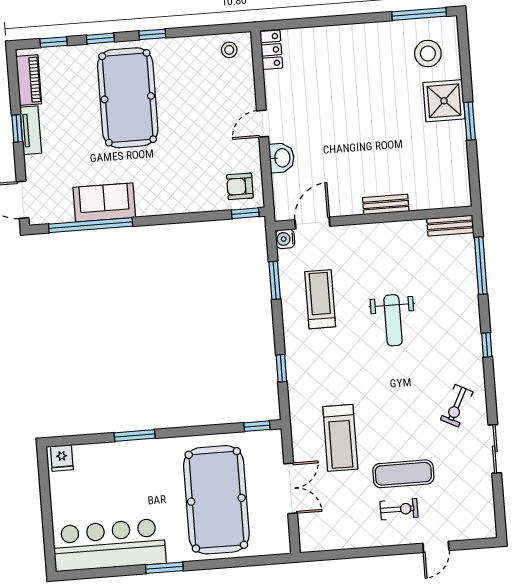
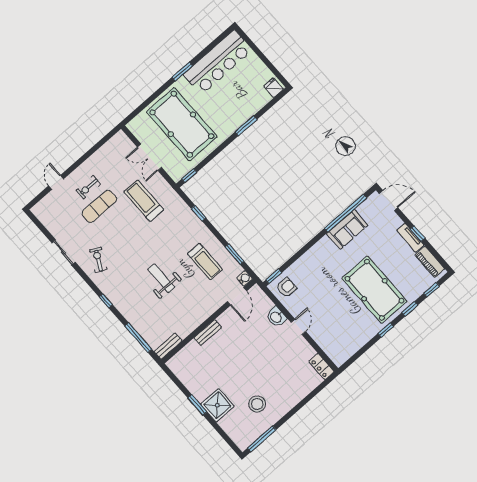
stool: (229, 50) -> (342, 351), removed
stool: (428, 54) -> (257, 404), moved

